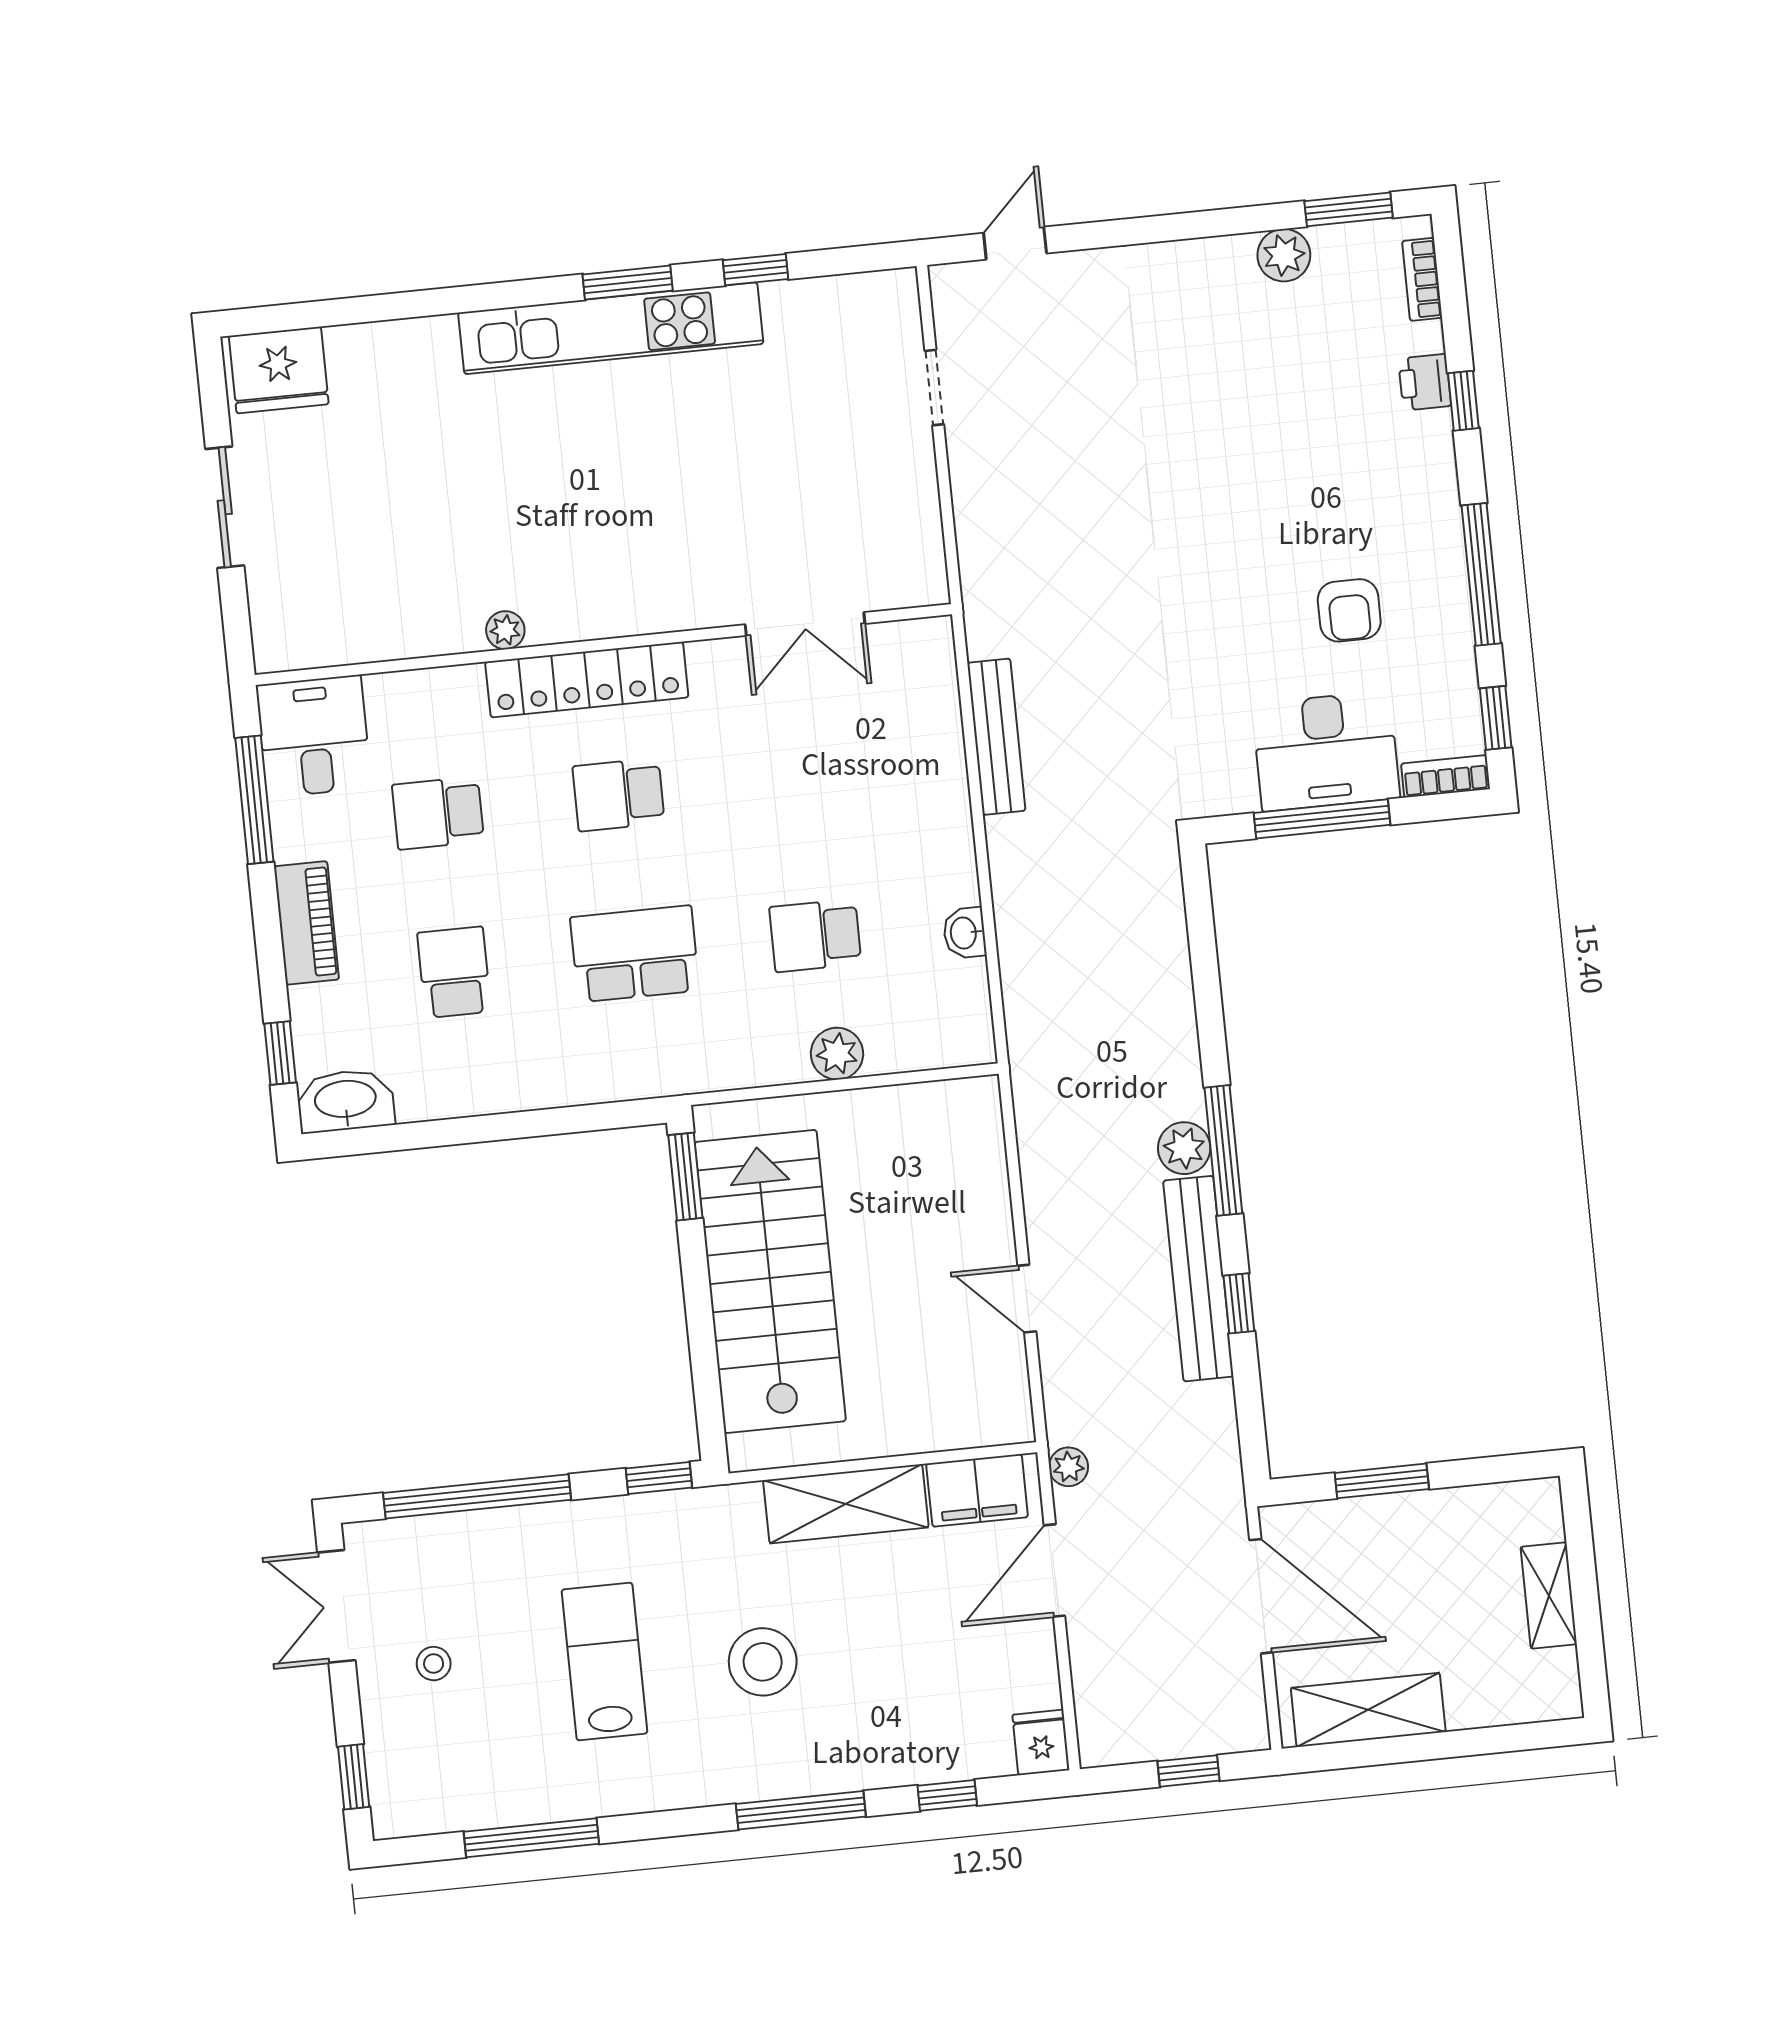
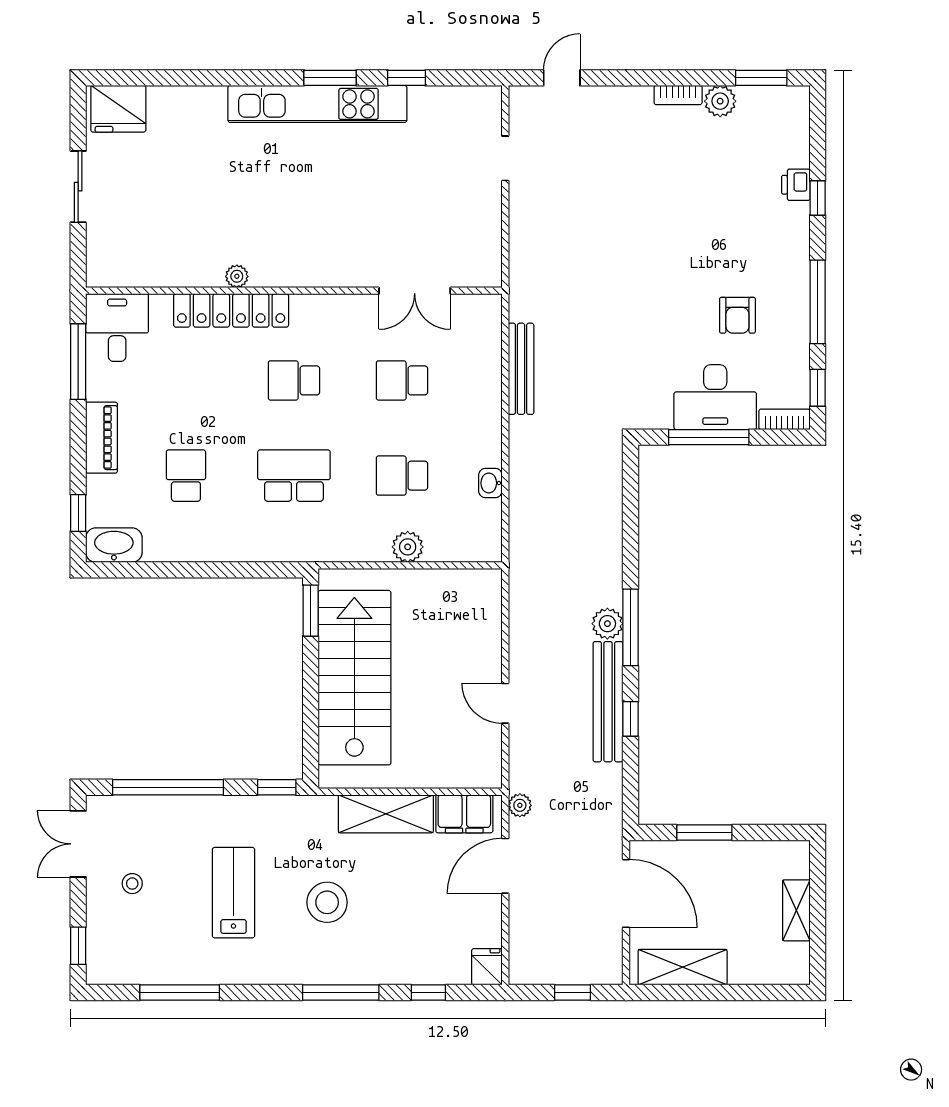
bookcase: (1422, 279) -> (678, 95), moved, turned -90
locker: (587, 680) -> (231, 310), moved
school desk: (438, 813) -> (402, 380), moved

